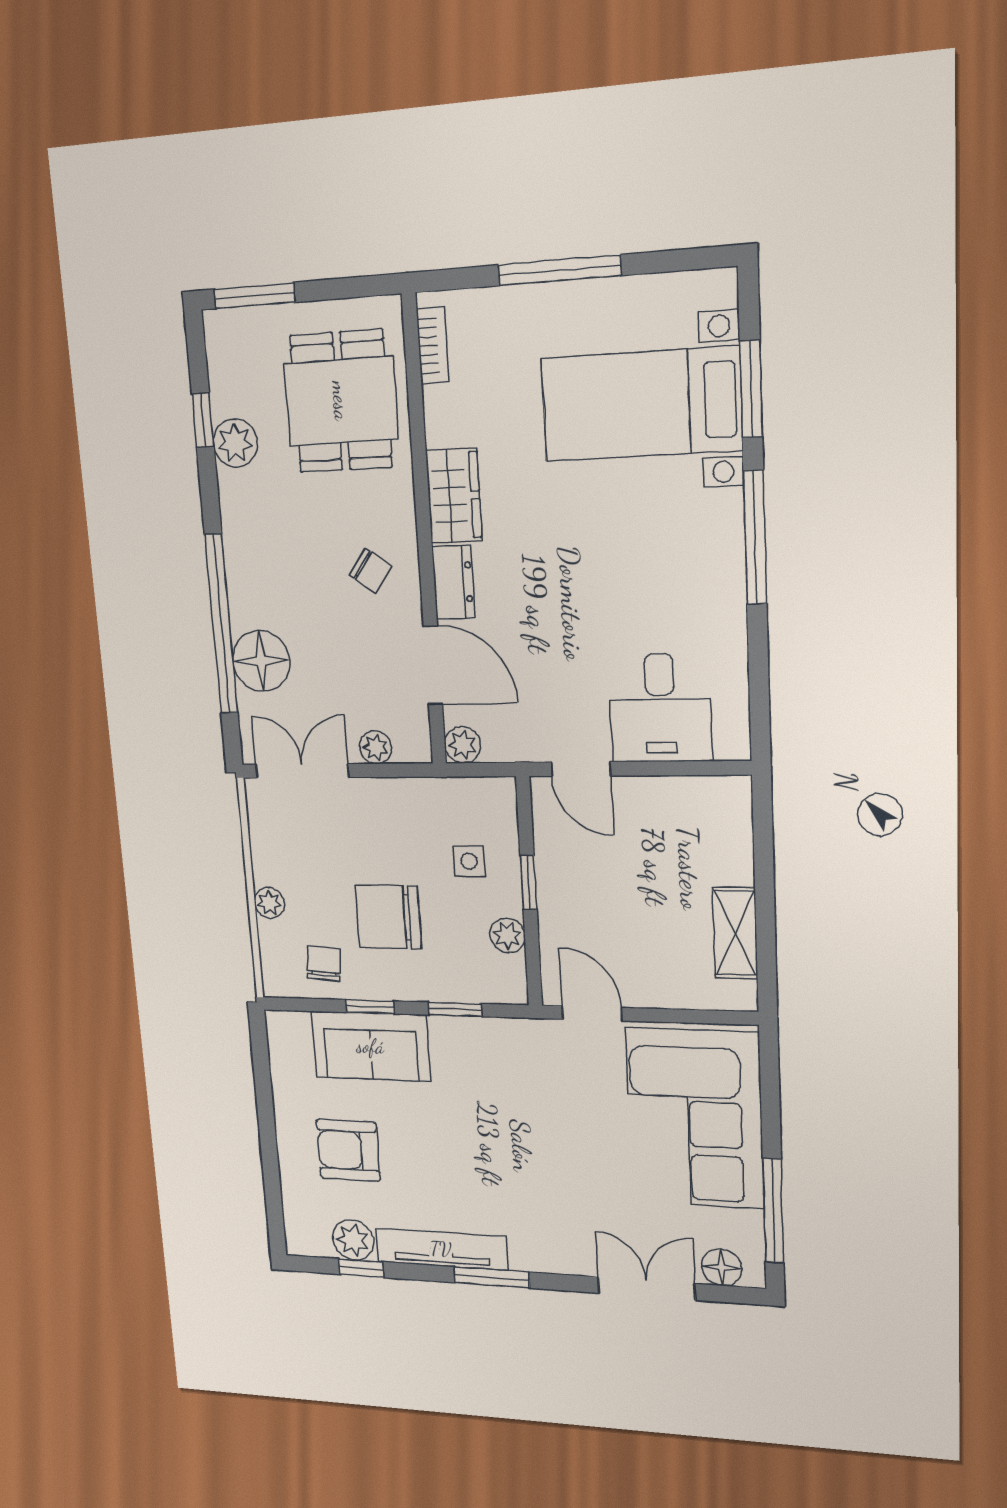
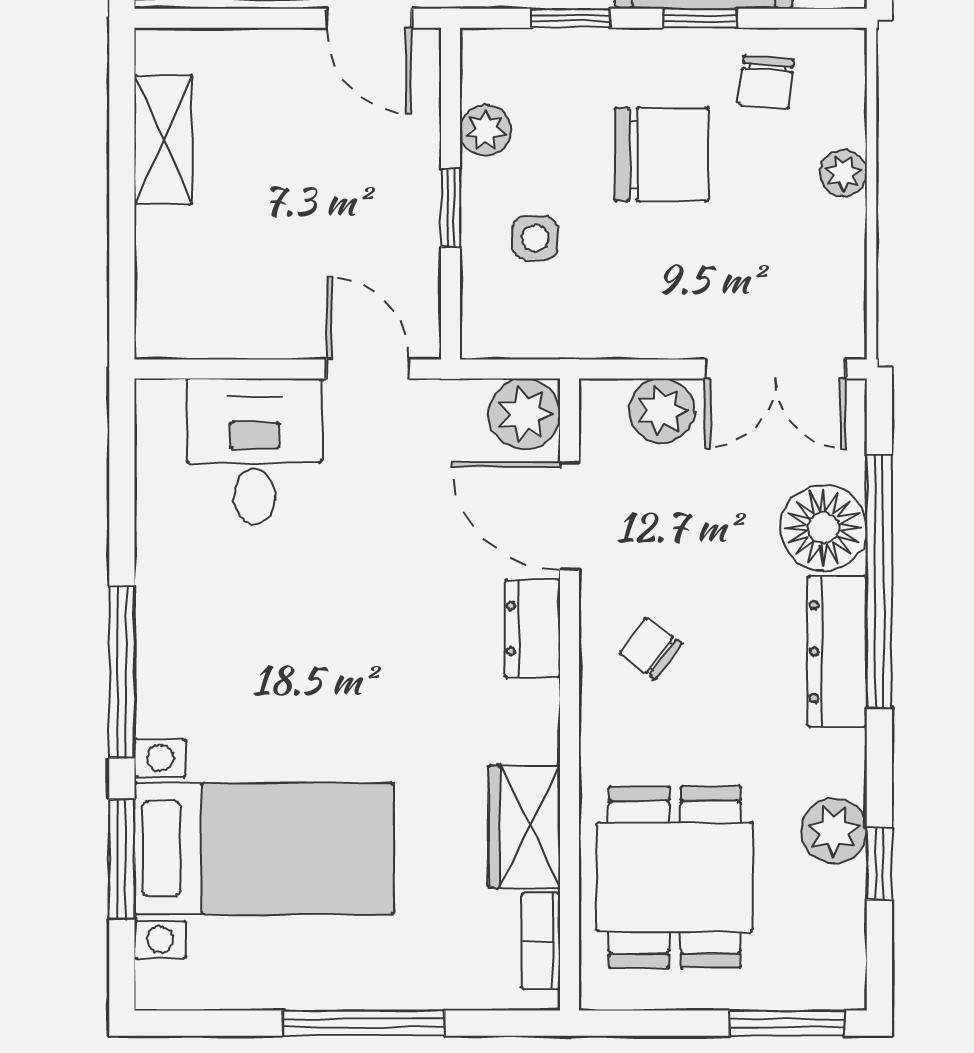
wardrobe: (454, 496) -> (524, 826), moved
dresser: (245, 573) -> (837, 652), added
plant: (462, 745) -> (524, 414), width x1.38, depth x1.38
plant: (376, 747) -> (662, 411), width x1.38, depth x1.38

